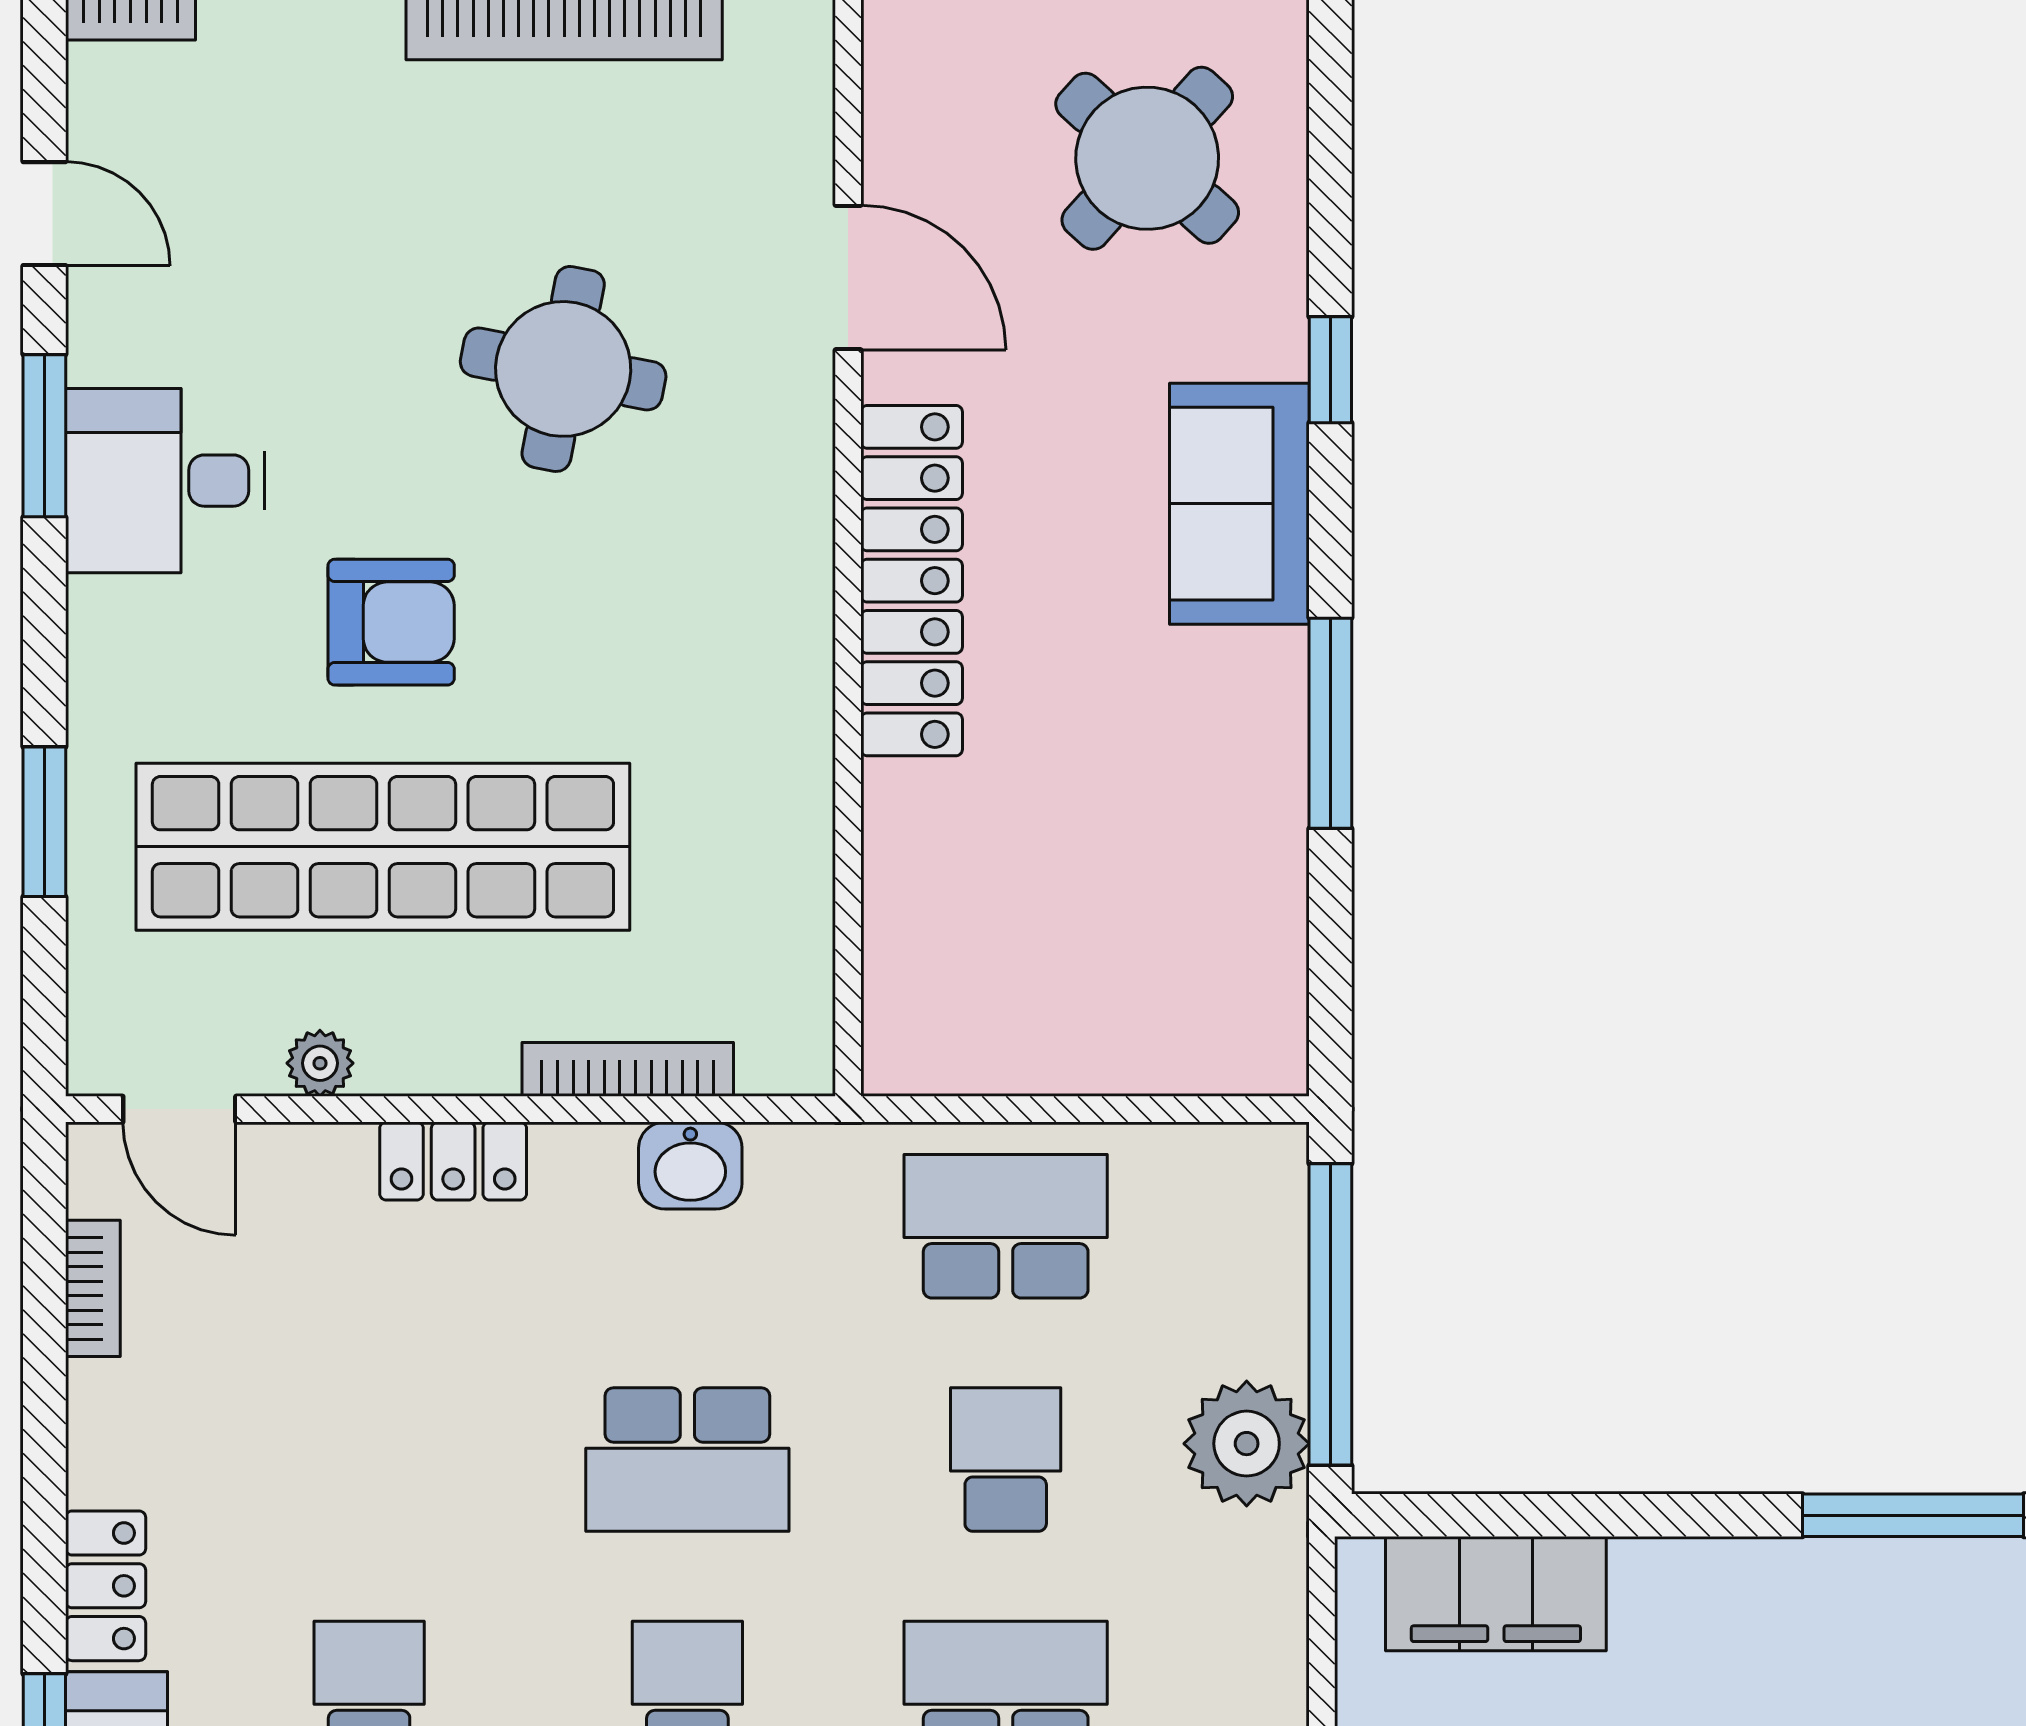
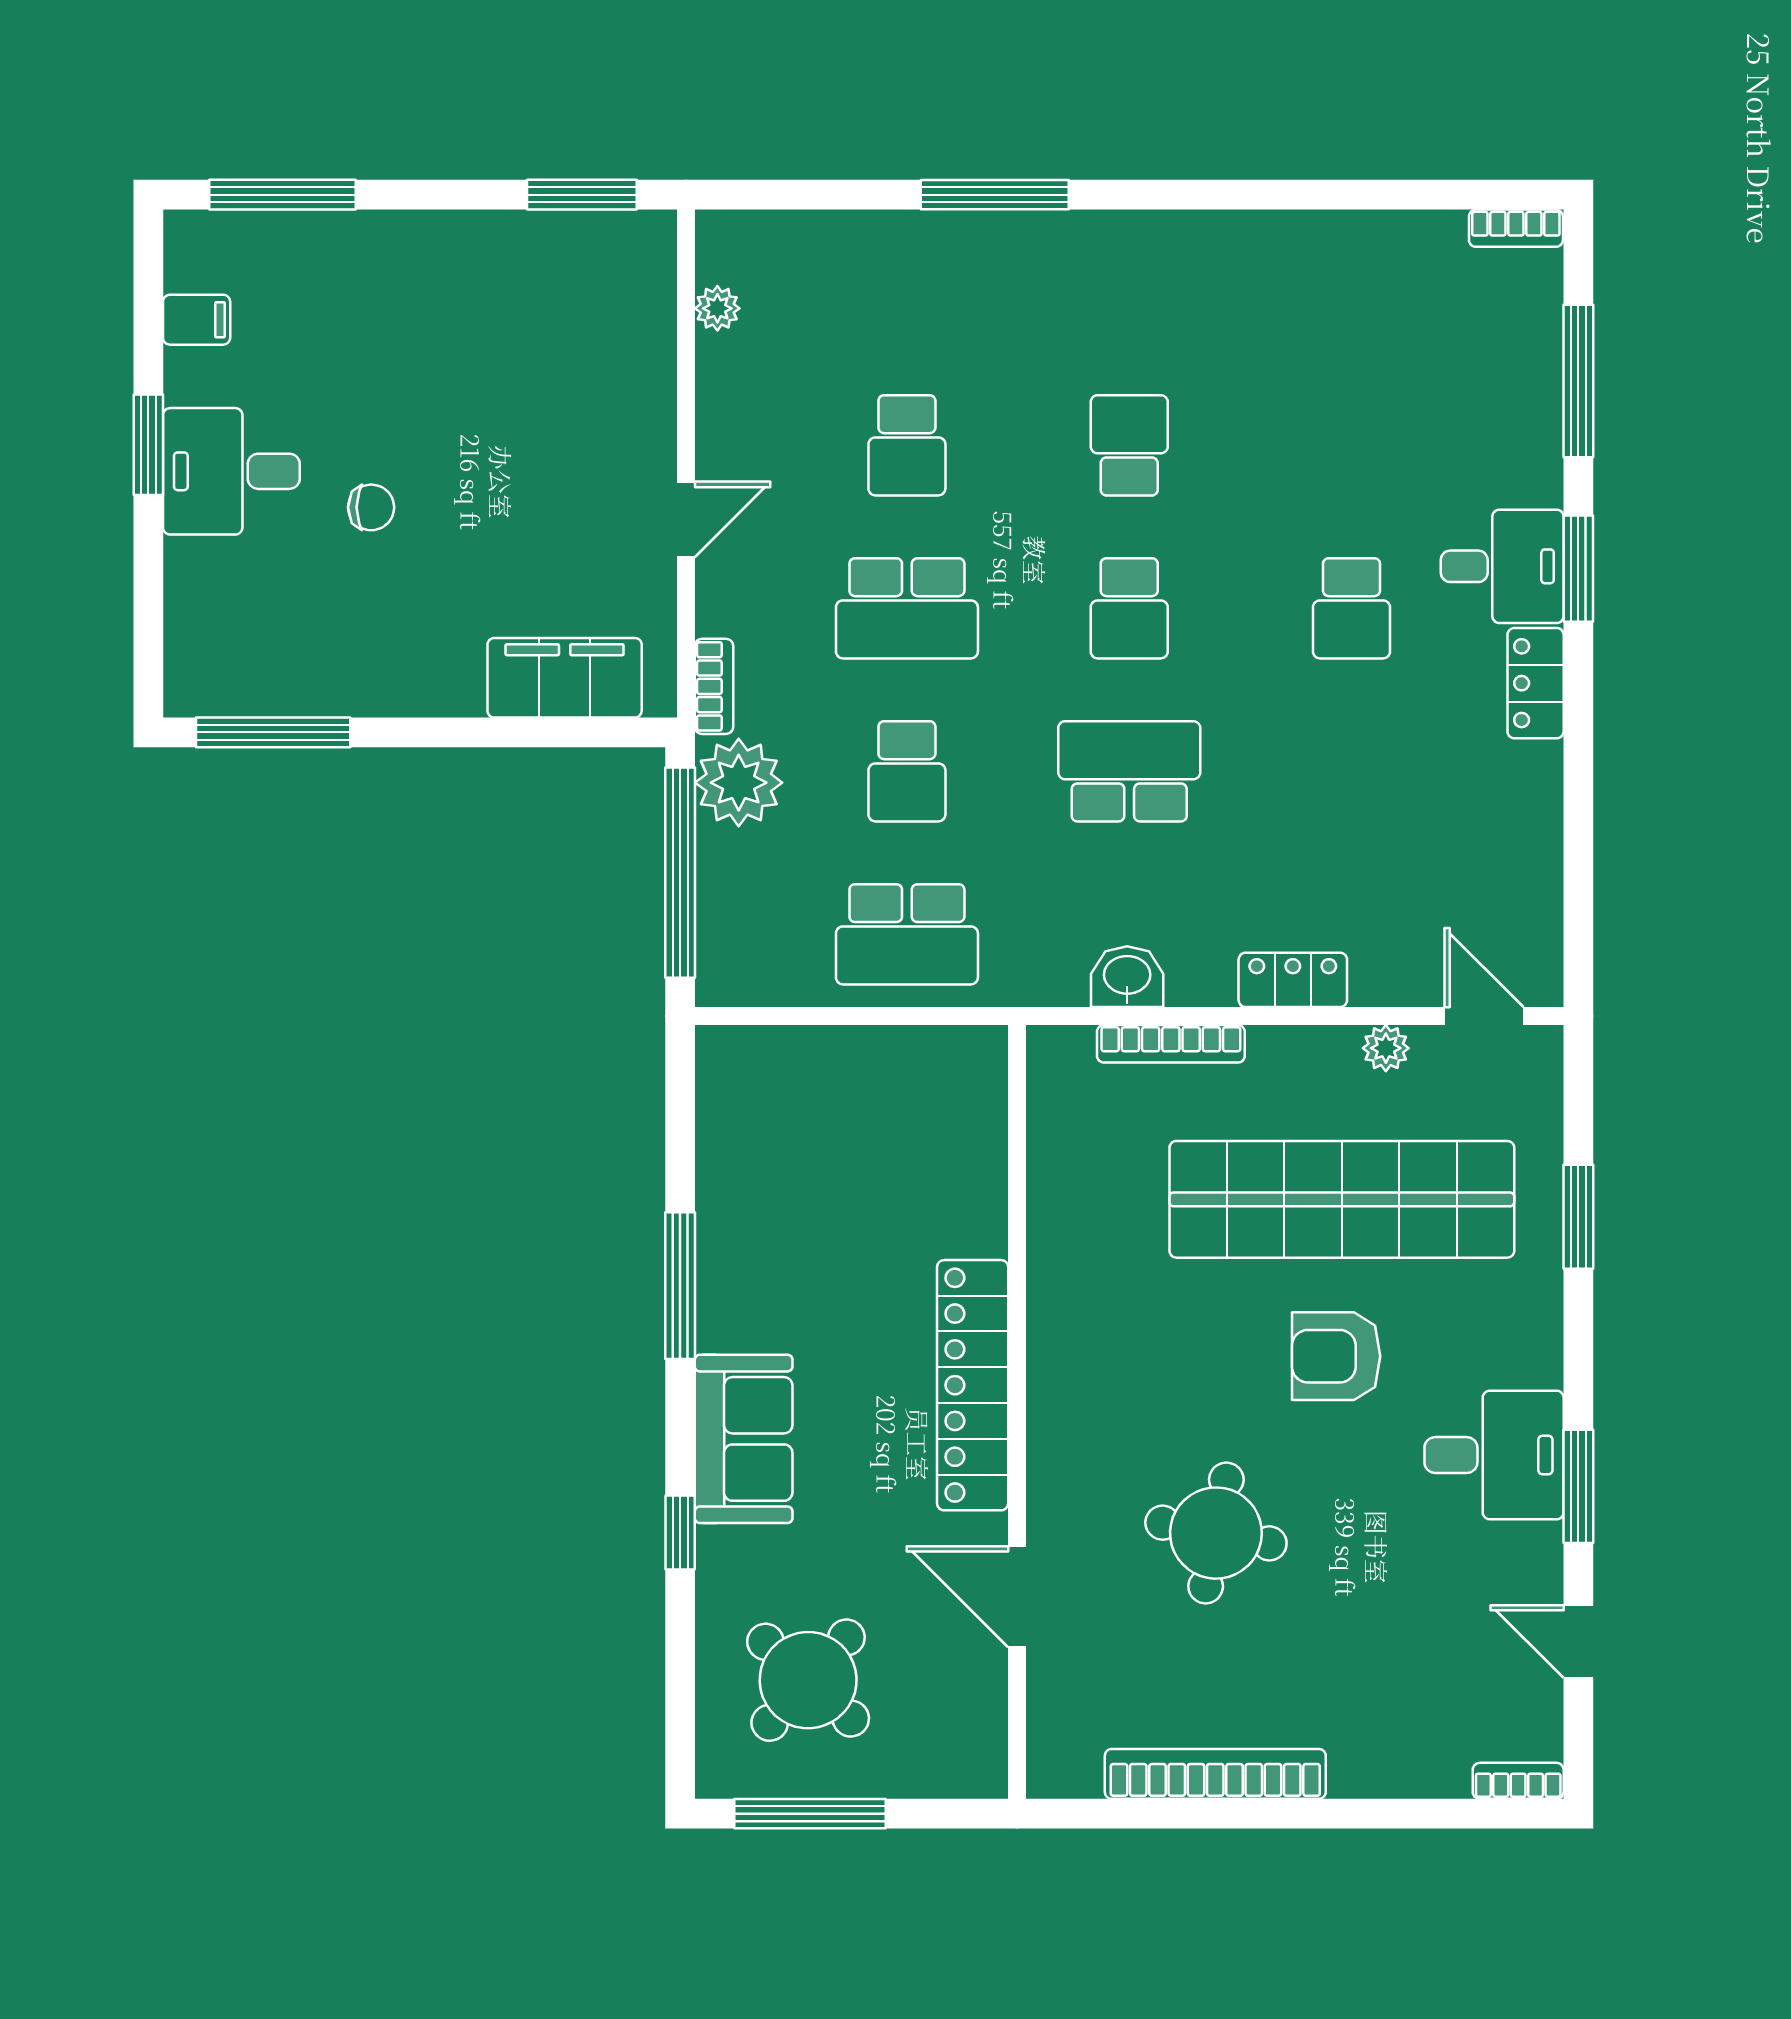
bookcase: (93, 1288) -> (714, 686), moved, turned 180

